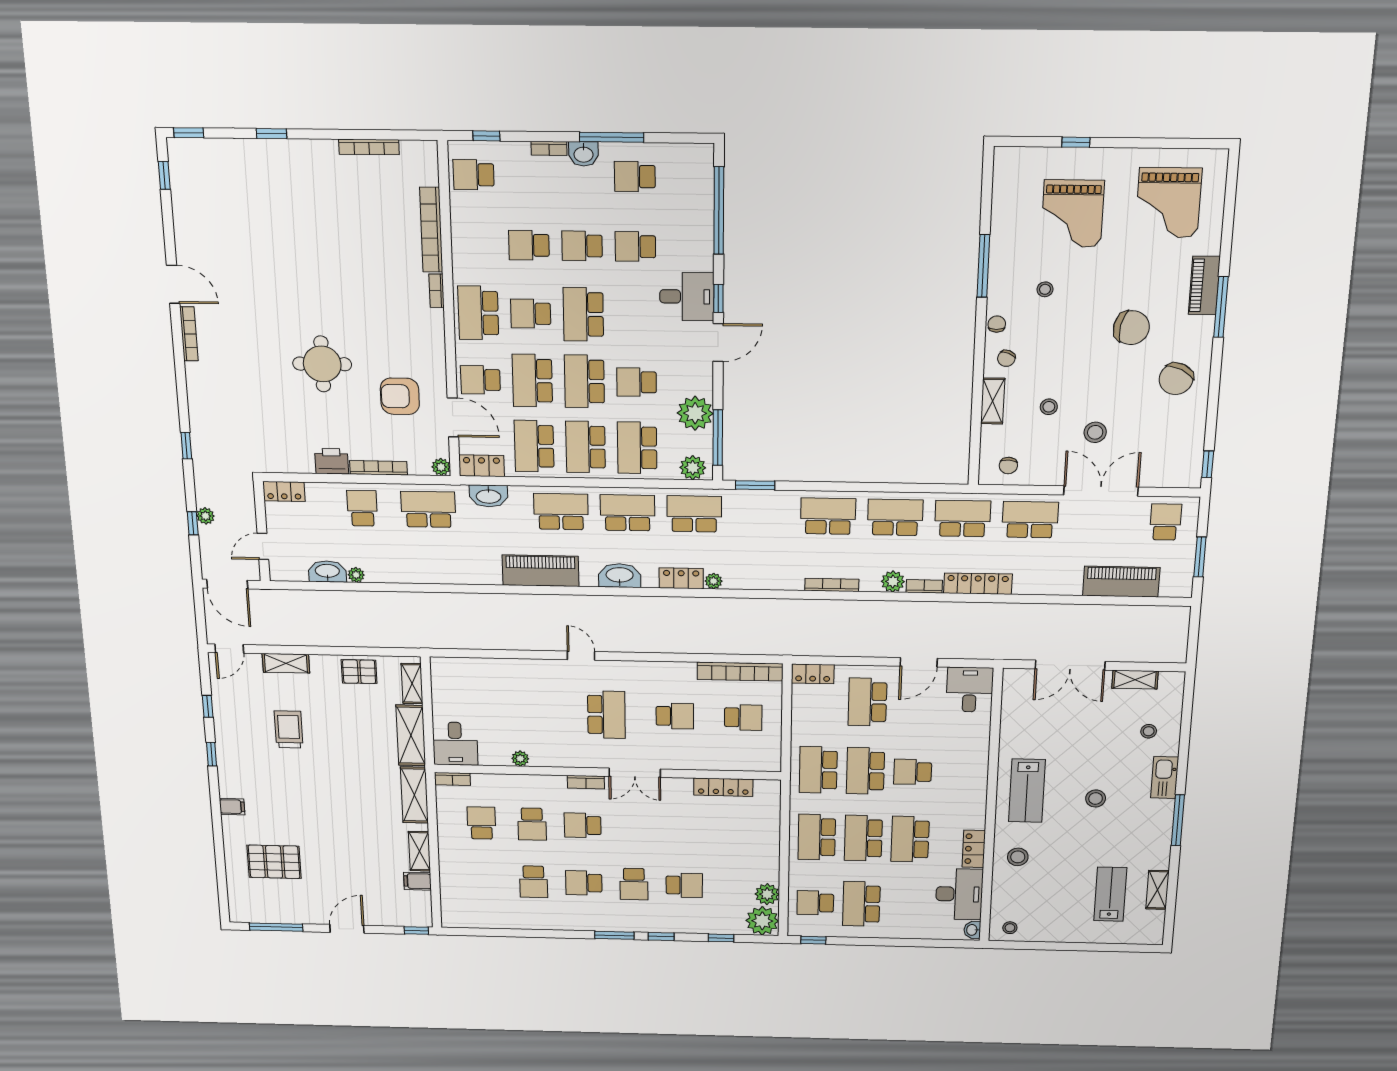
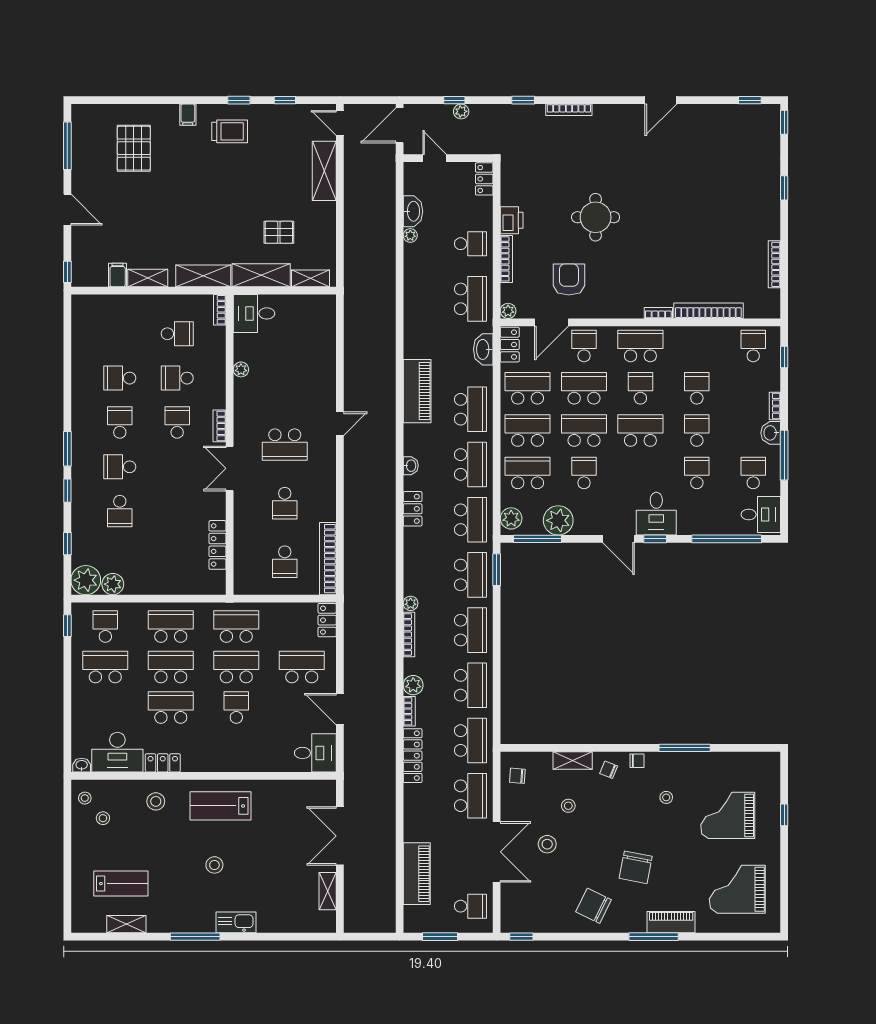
desk: (688, 168) -> (761, 514), added
bookcase: (189, 334) -> (569, 110), moved
school desk: (761, 515) -> (470, 575), added
washbasin: (620, 576) -> (411, 466), width x0.52, depth x0.69
plant: (714, 581) -> (411, 603), moved
shelving: (286, 663) -> (324, 171), width x1.50, depth x1.33
pallet: (359, 672) -> (279, 232), moved, turned 90
trolley: (289, 729) -> (230, 131), moved
stool: (1149, 731) -> (103, 818), moved

